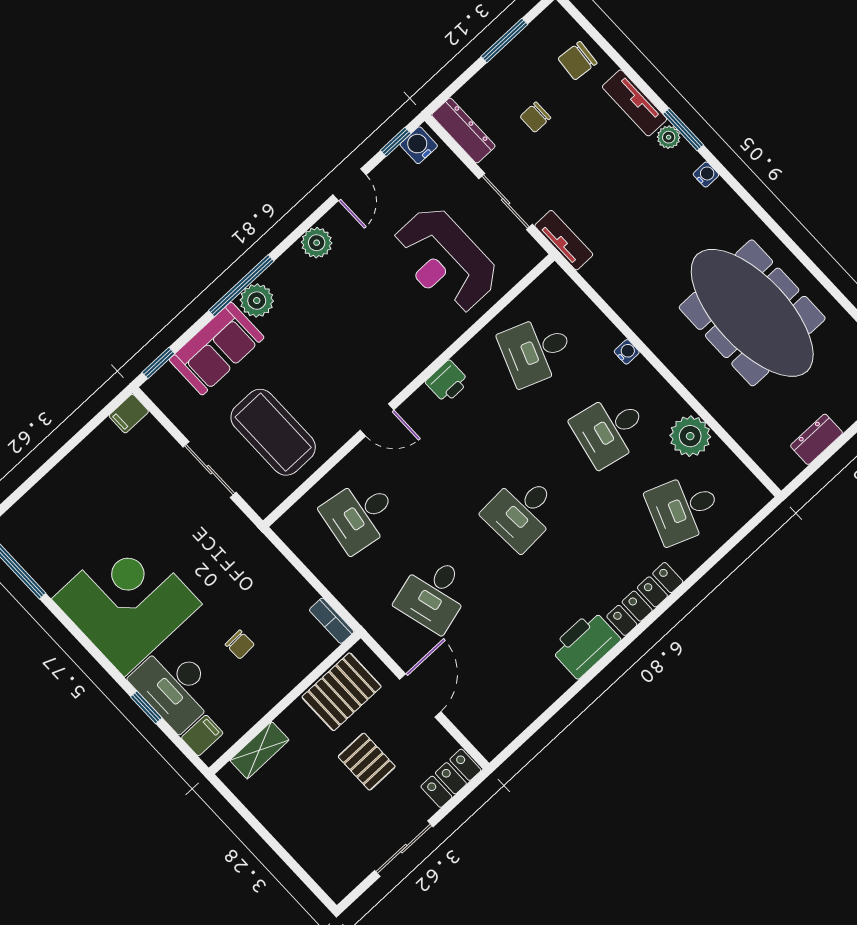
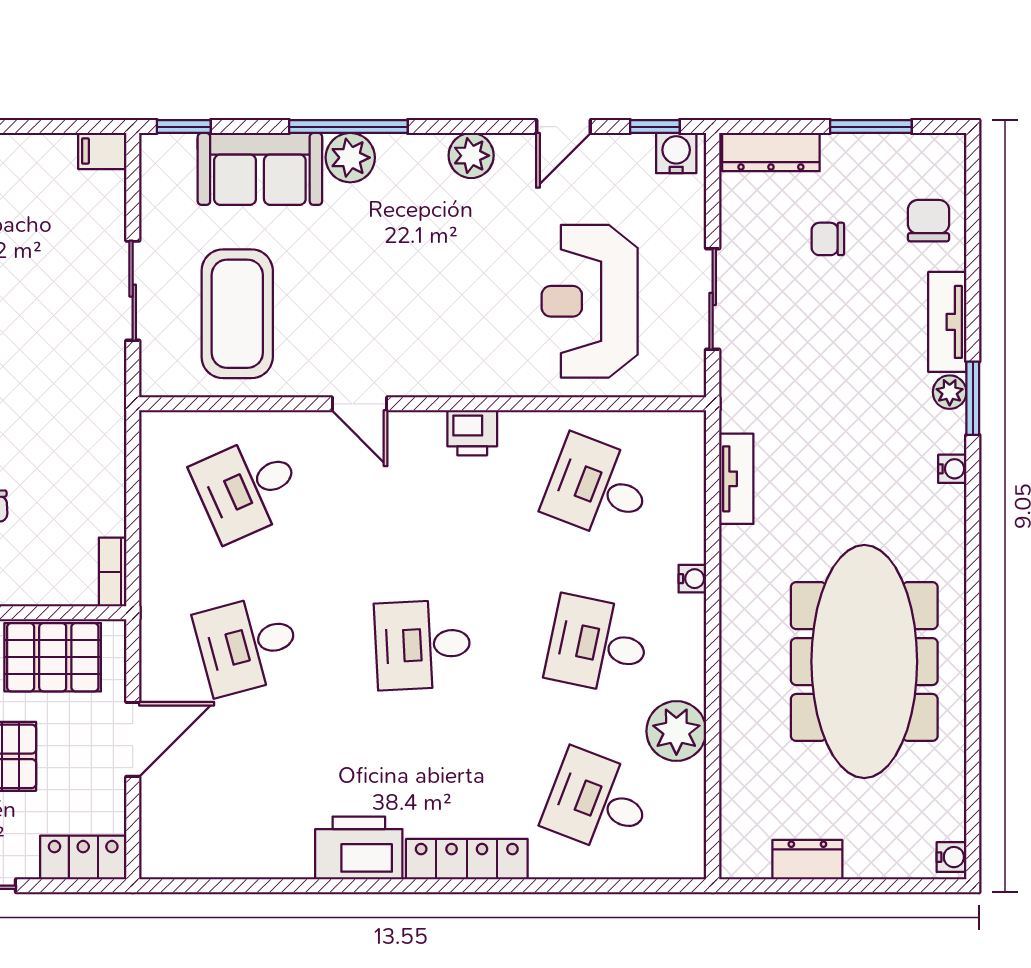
chair: (577, 61) -> (928, 221), turned 85
dresser: (463, 131) -> (771, 152), moved, turned 90
tv unit: (564, 240) -> (736, 479), moved
desk: (360, 515) -> (248, 488), turned -33

